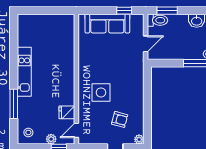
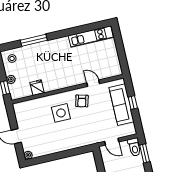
window: (124, 11) -> (133, 103), moved
kitchen unit: (24, 72) -> (91, 36), moved
armchair: (120, 119) -> (82, 101), moved
door: (76, 130) -> (93, 83), moved

